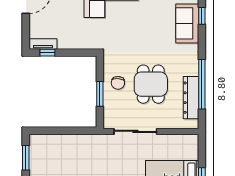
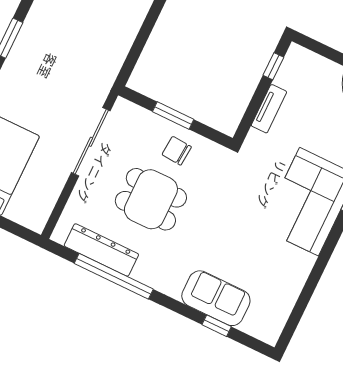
tv unit: (43, 44) -> (269, 109), moved

